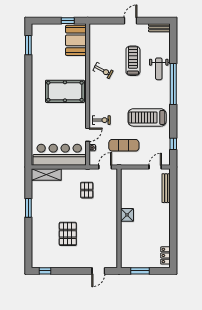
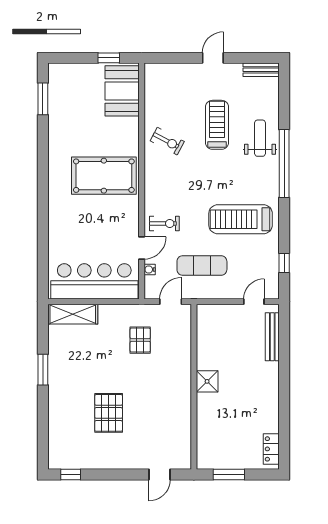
weight bench: (159, 69) -> (260, 138), turned 180

